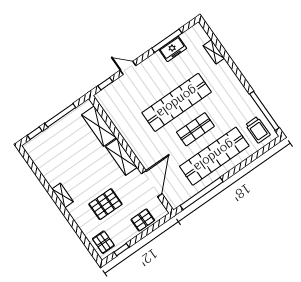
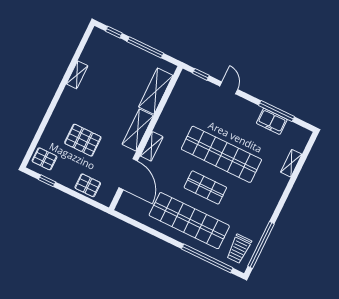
shelving: (140, 153) -> (152, 146), added
door: (152, 184) -> (128, 174), hinge flipped
window: (202, 194) -> (207, 258), moved
shelving: (63, 195) -> (77, 75), moved
pallet: (103, 242) -> (44, 159), turned 90

